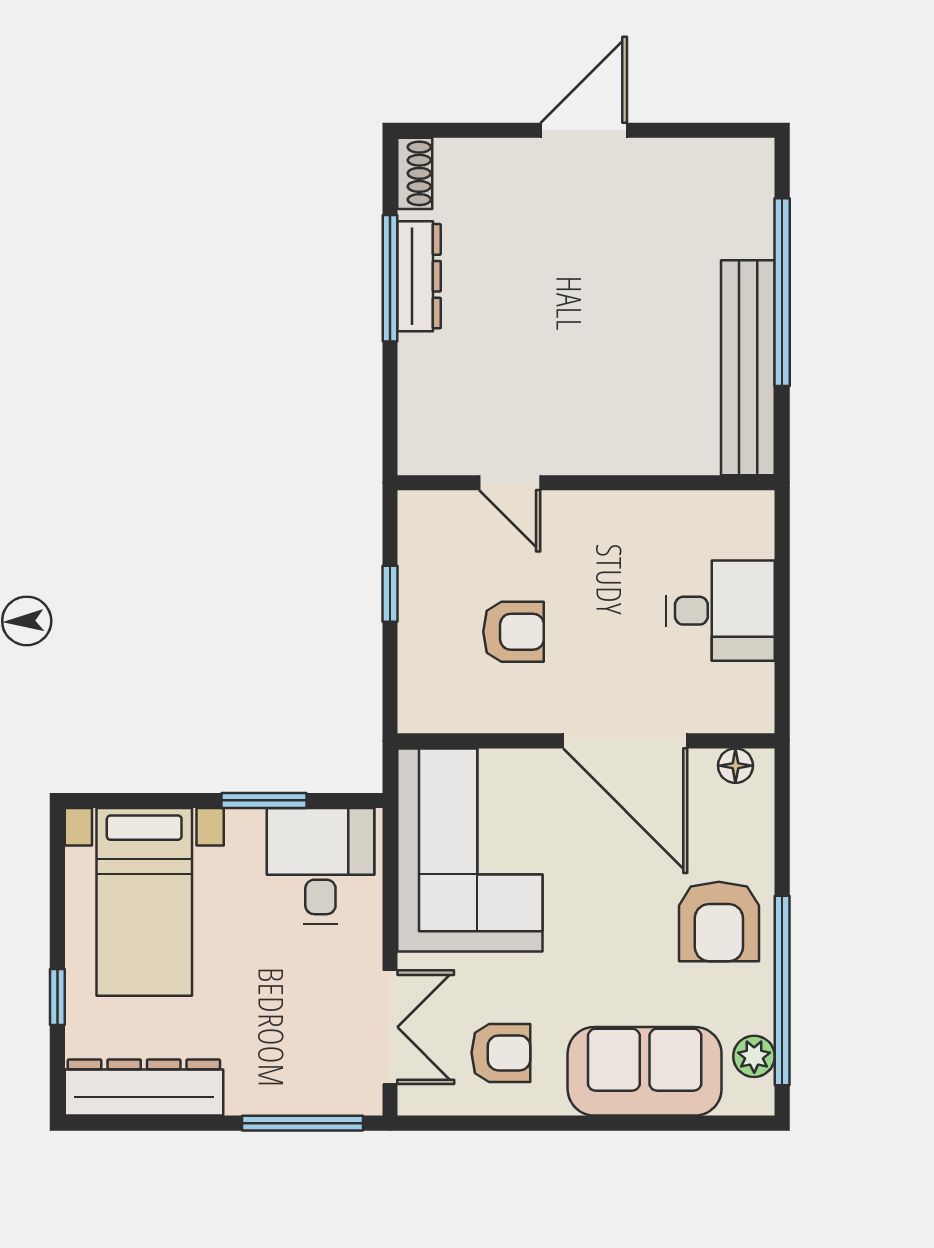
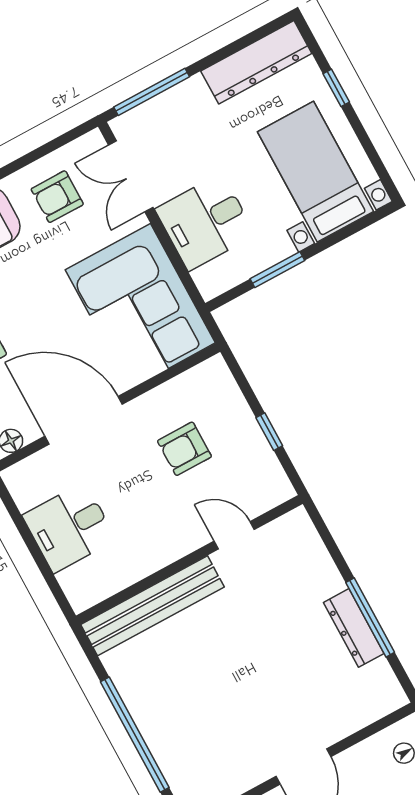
shoe rack: (415, 173) -> (389, 687), removed
bench: (748, 368) -> (152, 606), moved, turned 90
desk: (320, 866) -> (205, 222), moved, turned 90

